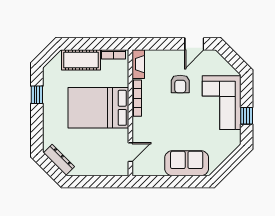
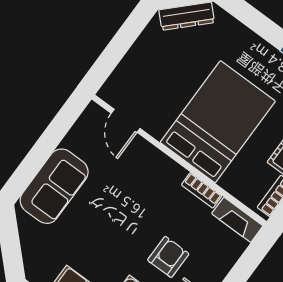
armchair: (180, 84) -> (168, 257), turned 90
bookcase: (137, 98) -> (202, 190), width x0.64

